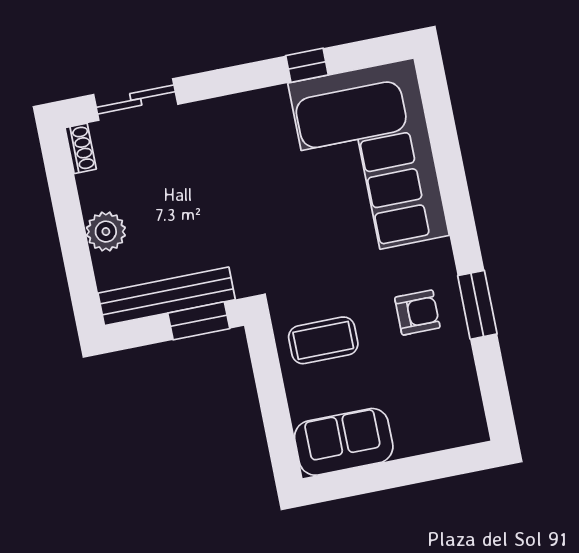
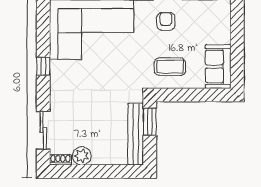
window: (307, 65) -> (43, 66), moved
plant: (106, 232) -> (82, 156), moved
coffee table: (323, 340) -> (170, 67), turned 90

